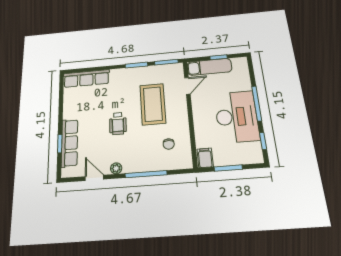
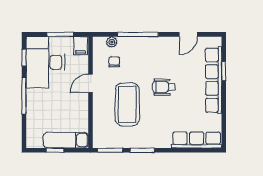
door: (187, 86) -> (91, 83), moved
desk: (237, 117) -> (45, 62), moved
wheelchair: (118, 124) -> (164, 87), turned -90
row of seats: (70, 143) -> (214, 80), width x1.36
plant: (116, 168) -> (112, 42), moved
door: (94, 178) -> (188, 34), hinge flipped

